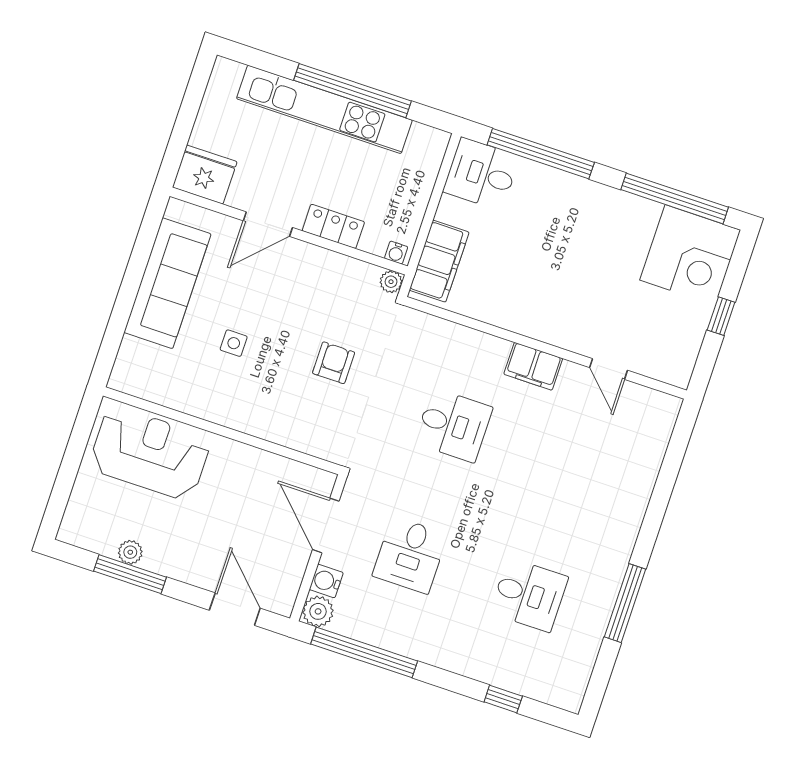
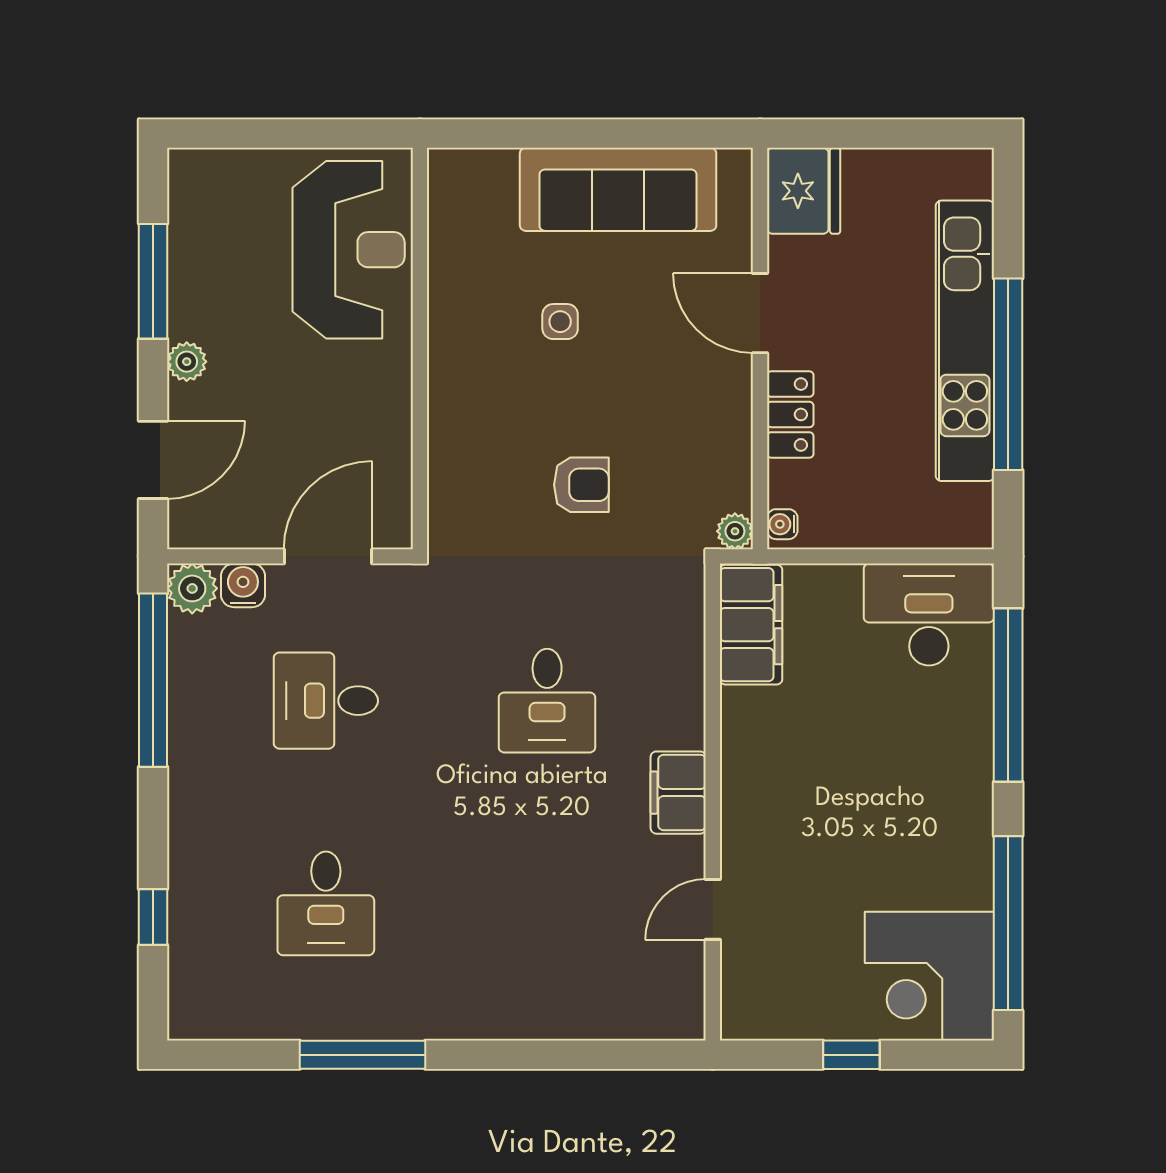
desk: (481, 174) -> (929, 615), width x1.37
filing cabinet: (439, 261) -> (751, 625), moved, turned -90
plant: (130, 552) -> (187, 362), moved

